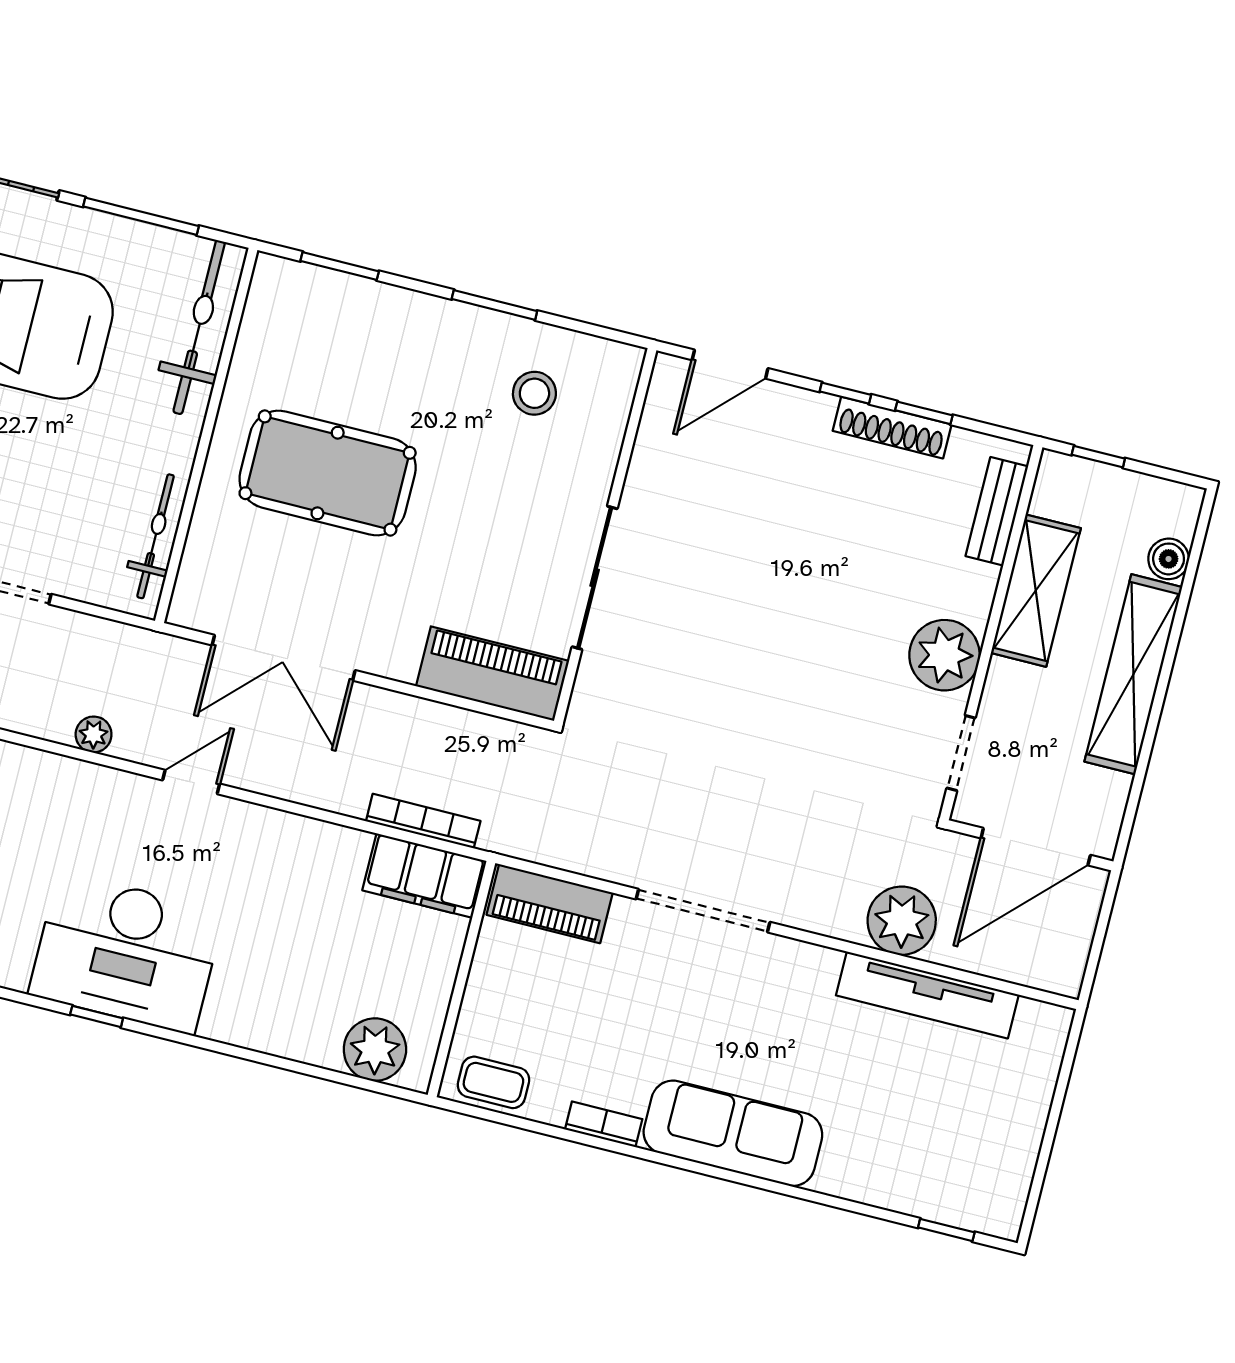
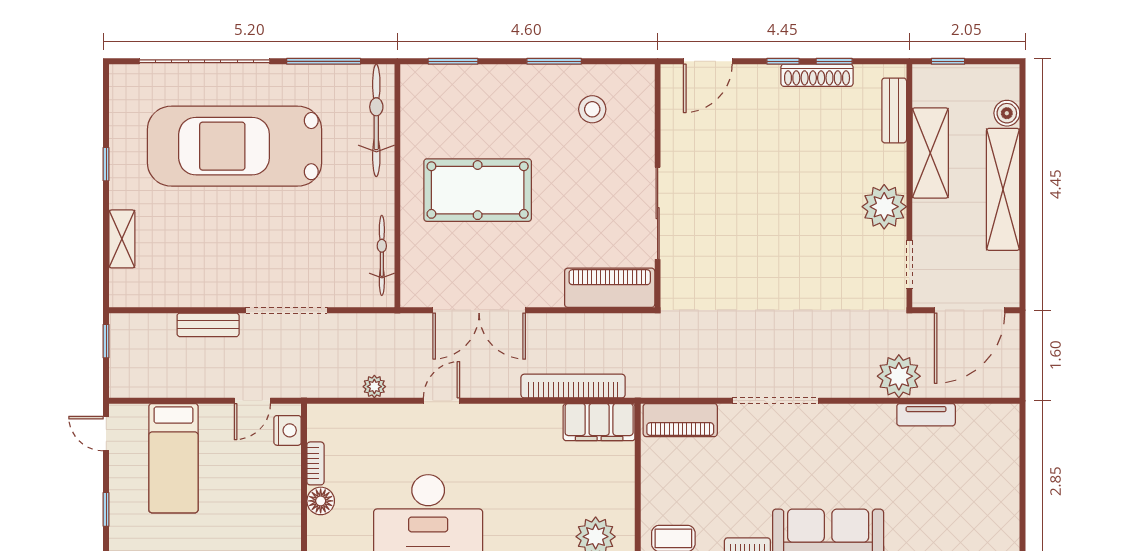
bookcase: (423, 821) -> (573, 386), width x1.48, depth x1.31
tv unit: (927, 995) -> (926, 415), width x0.52, depth x0.78

